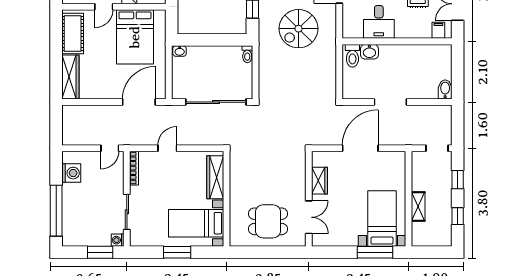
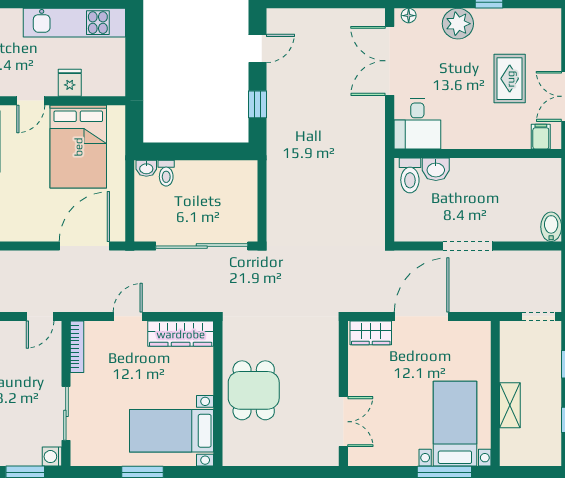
desk: (379, 22) -> (417, 124), moved
spiral stairs: (298, 29) -> (328, 134), removed
toilet: (247, 54) -> (166, 173), moved
wardrobe: (215, 177) -> (181, 334), moved, turned -90
wardrobe: (320, 181) -> (371, 333), moved, turned 90
dining table: (268, 221) -> (254, 390), moved, turned 90

